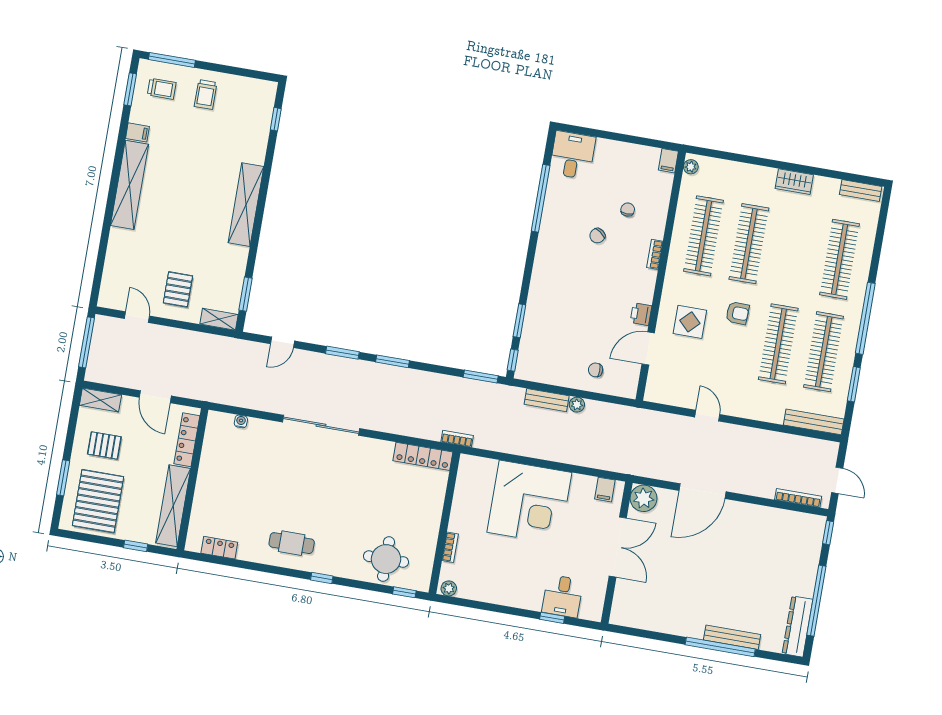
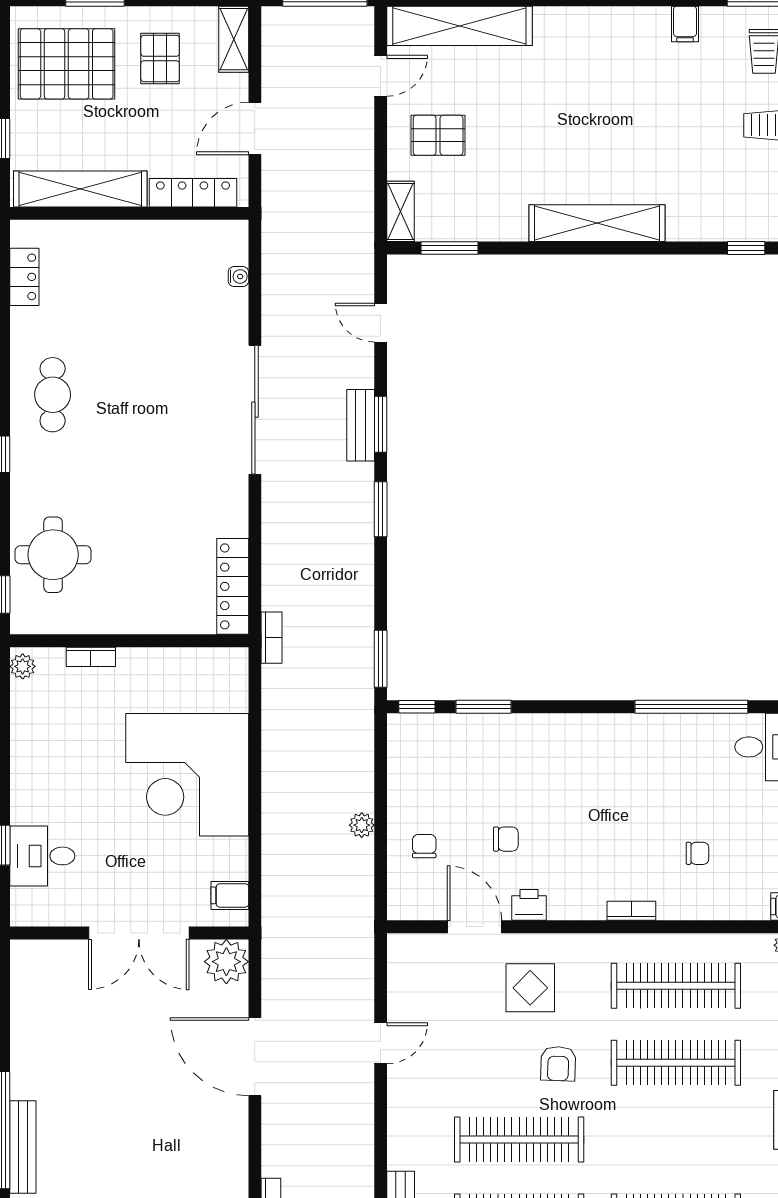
shelving: (130, 185) -> (459, 26), moved
chair: (597, 236) -> (506, 839), moved, turned 144
bench: (547, 400) -> (361, 425), moved

